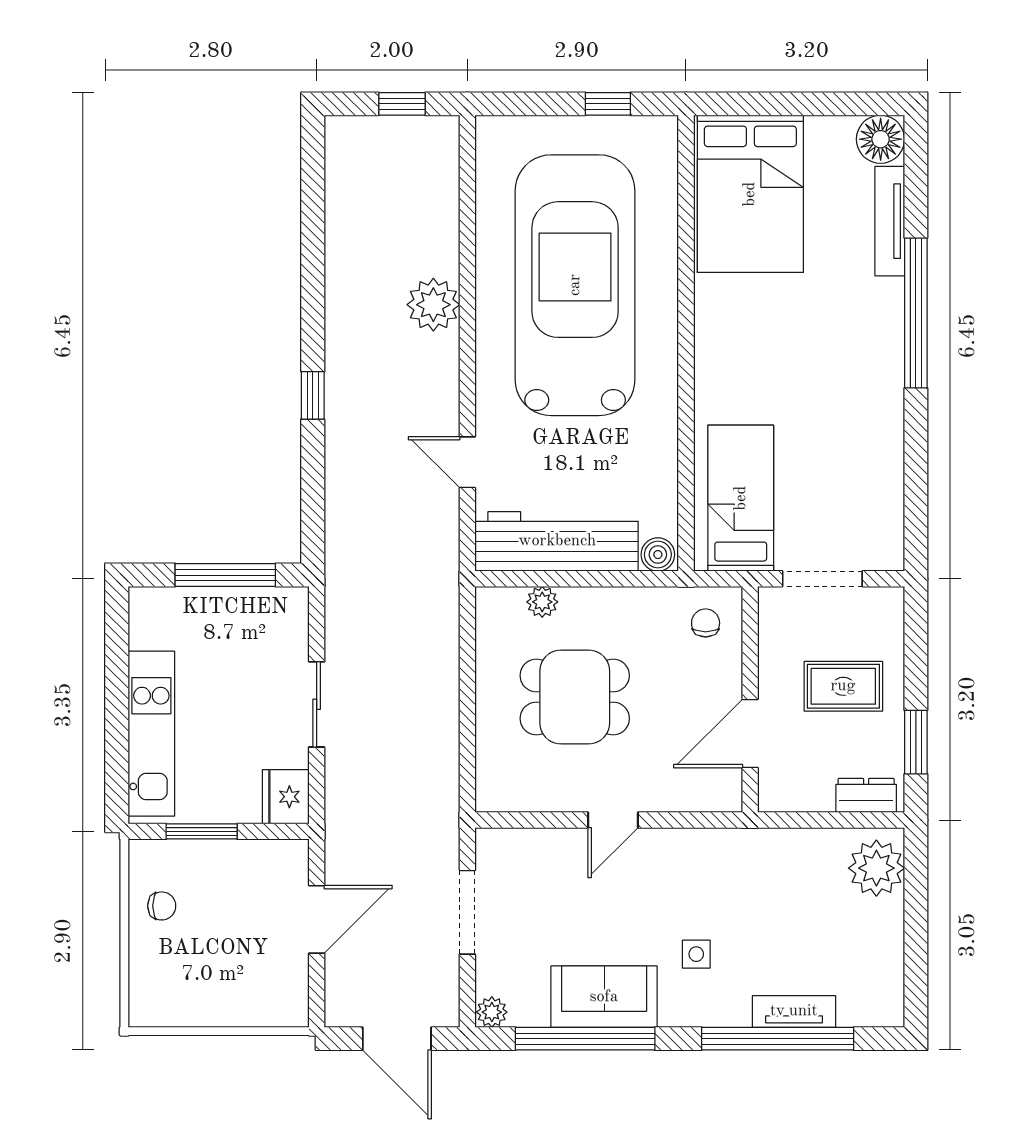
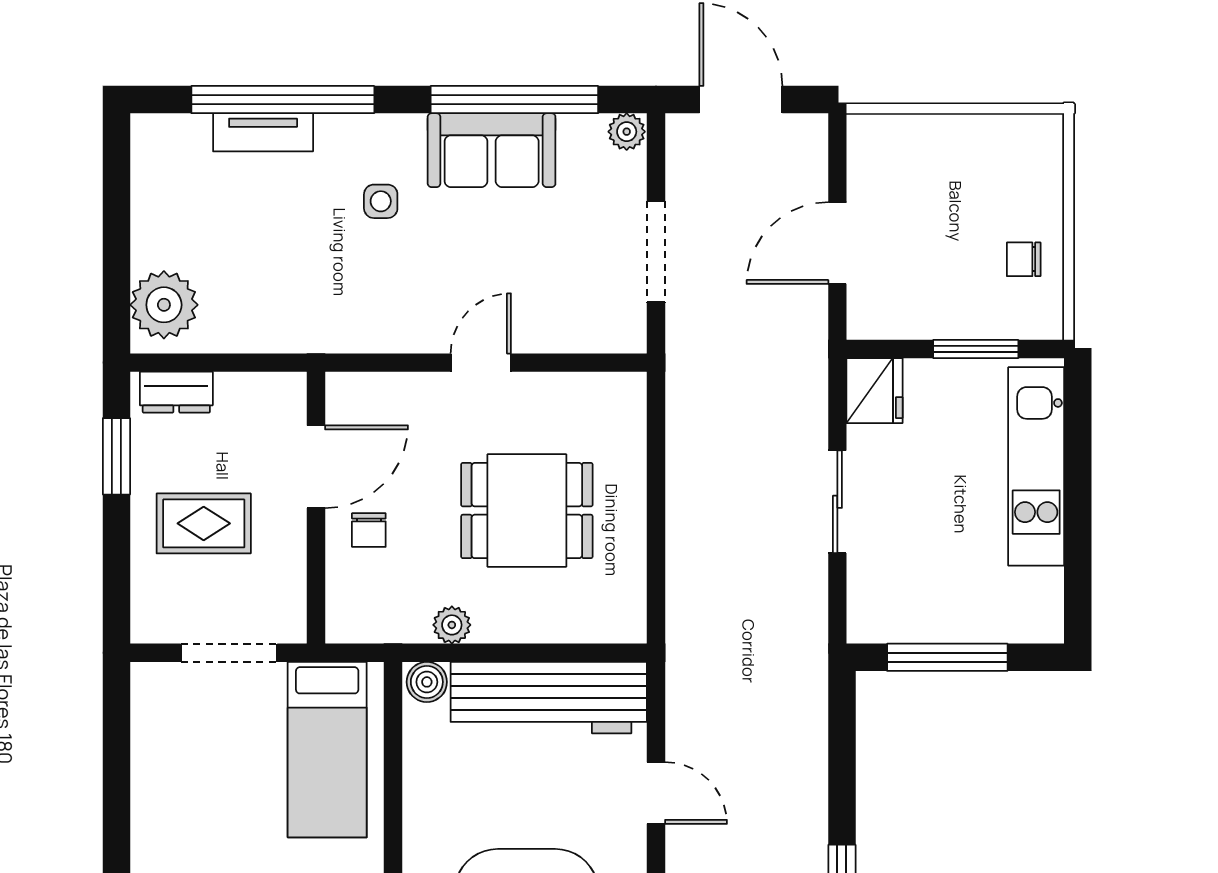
plant: (542, 602) -> (452, 625), moved
chair: (706, 623) -> (369, 530), moved

